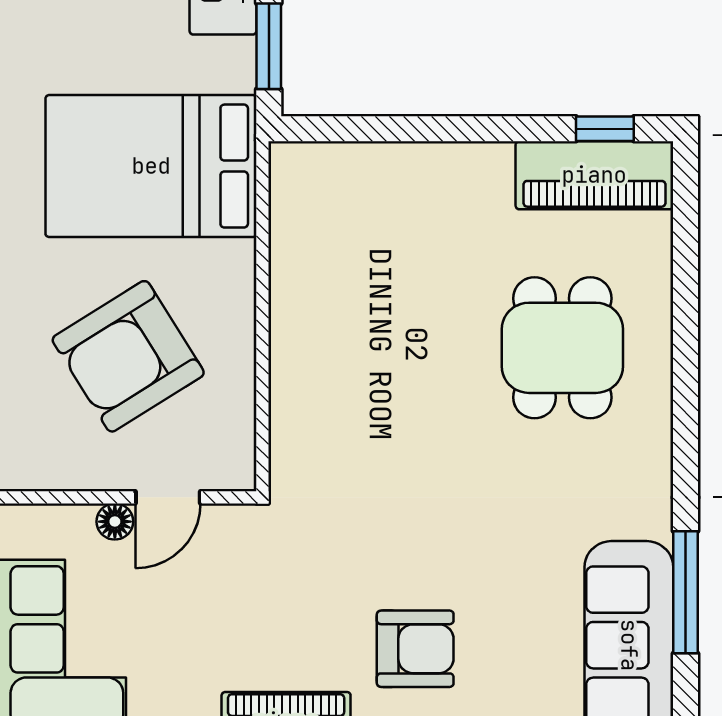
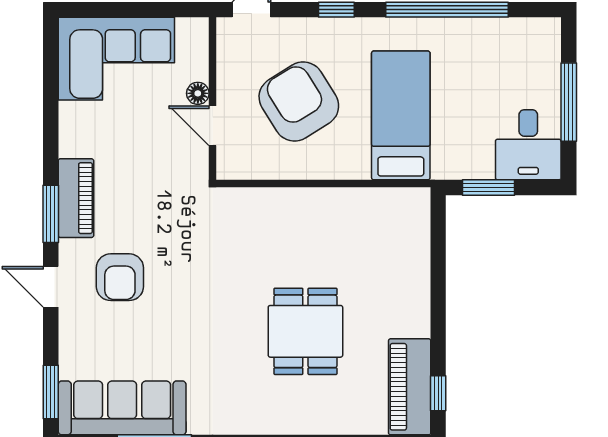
bed: (151, 166) -> (401, 115), width x0.67
dining table: (562, 348) -> (305, 331), moved, turned 90

